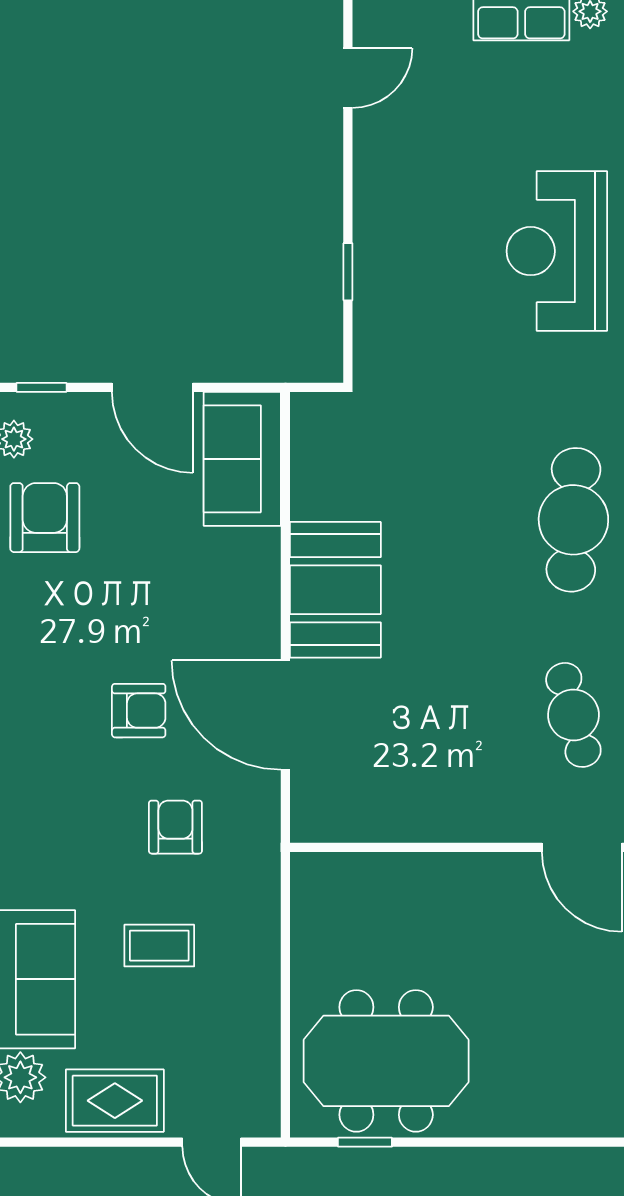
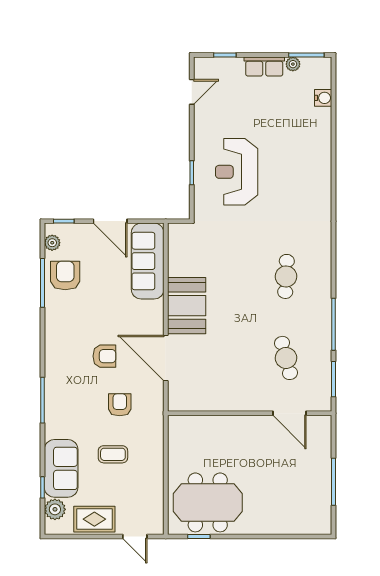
reception desk: (557, 251) -> (237, 172), moved
sofa: (242, 459) -> (148, 261), width x1.36
cafe table: (573, 520) -> (286, 276), width x0.73, depth x0.74

